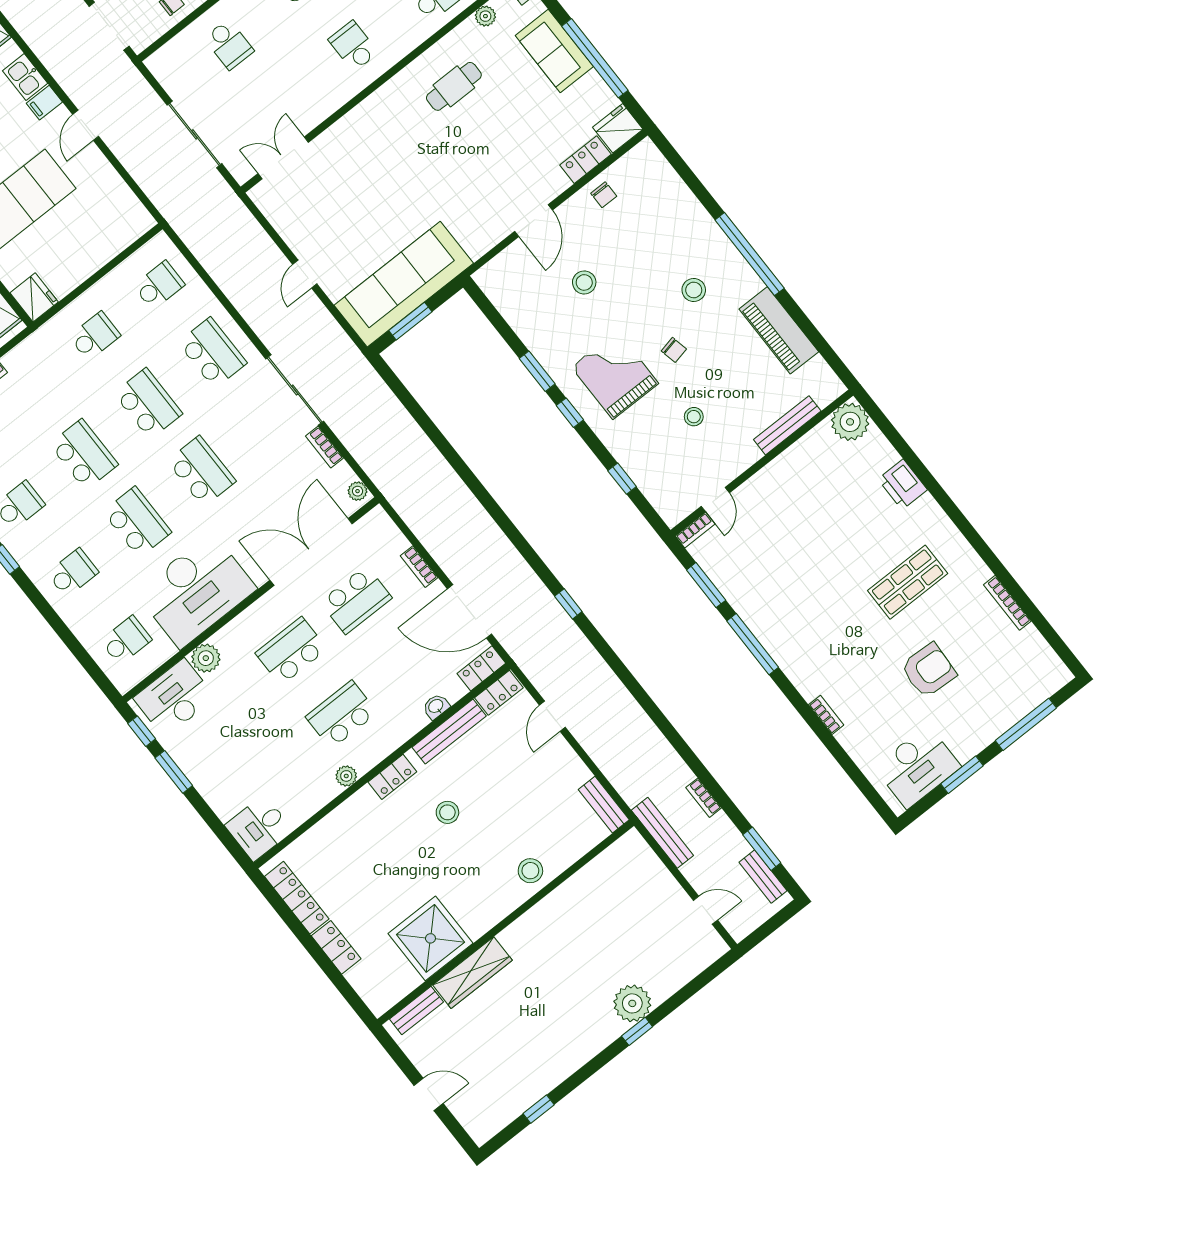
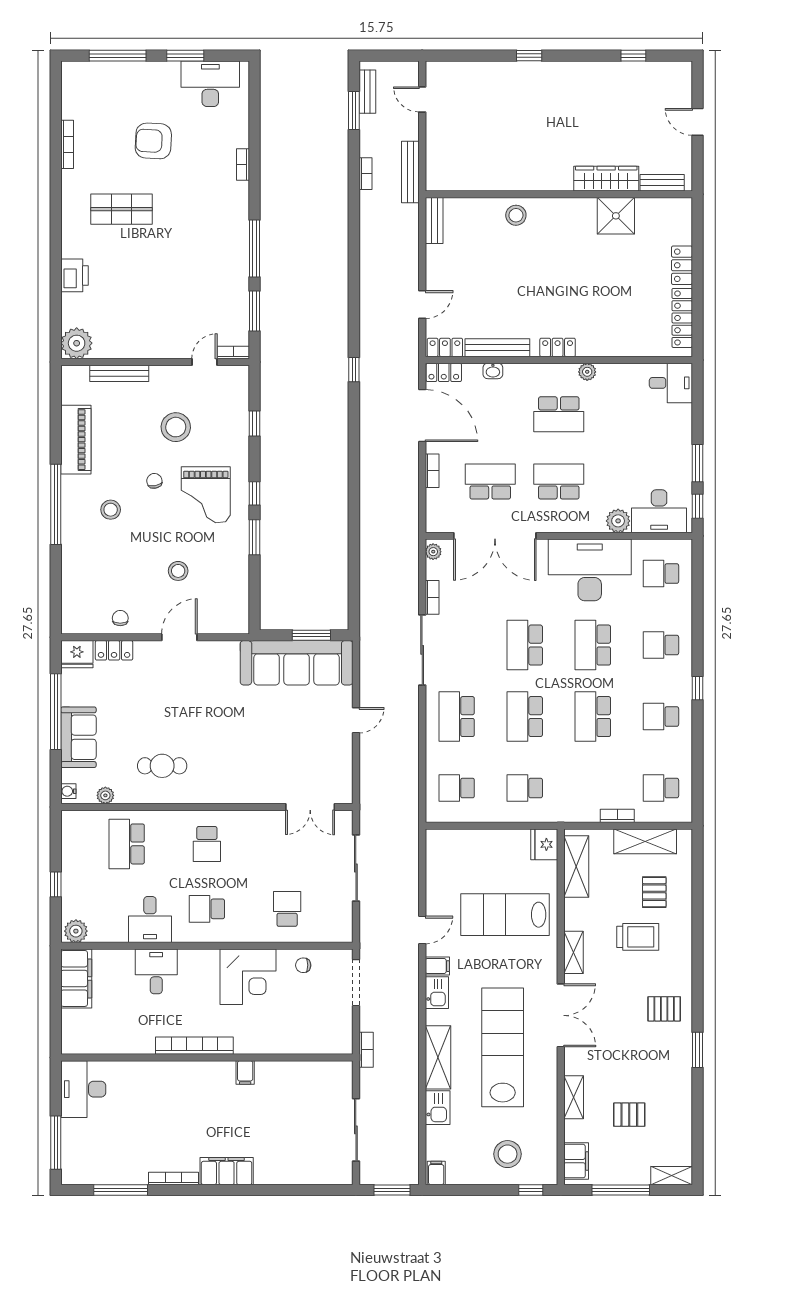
stool: (694, 417) -> (176, 427), width x1.89, depth x1.89
school desk: (291, 651) -> (559, 482), turned 180
stool: (447, 812) -> (540, 296), removed
shower: (430, 938) -> (616, 216), width x0.73, depth x0.73
plant: (632, 1003) -> (518, 76), removed

